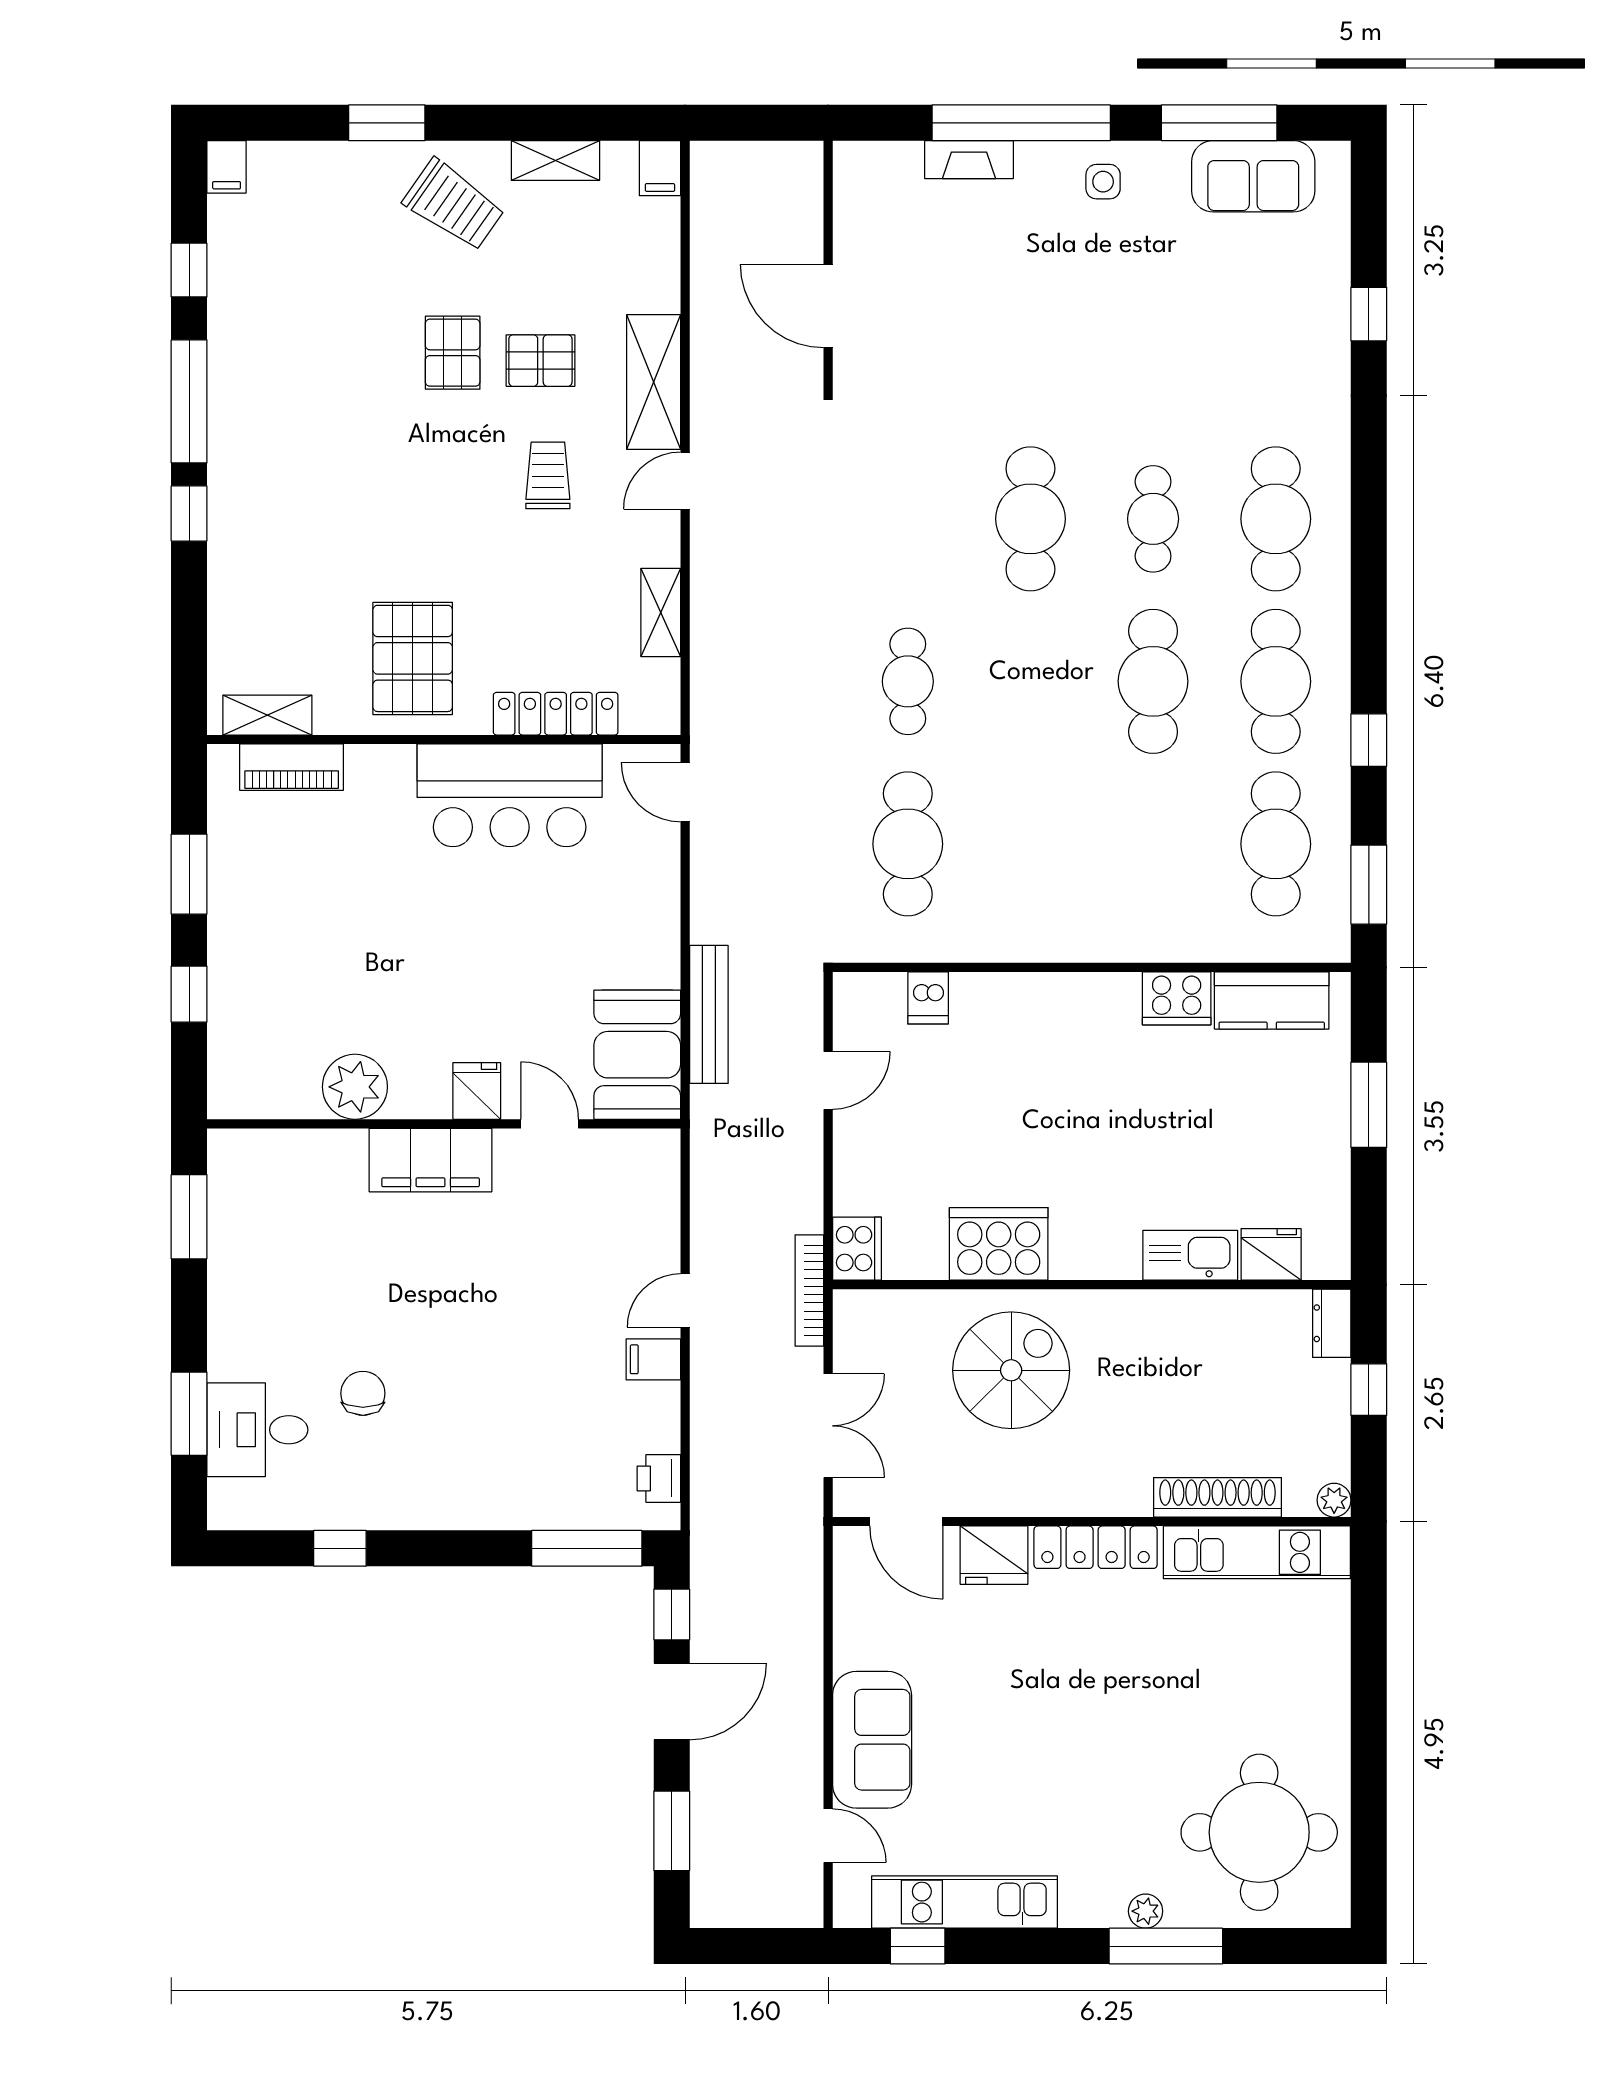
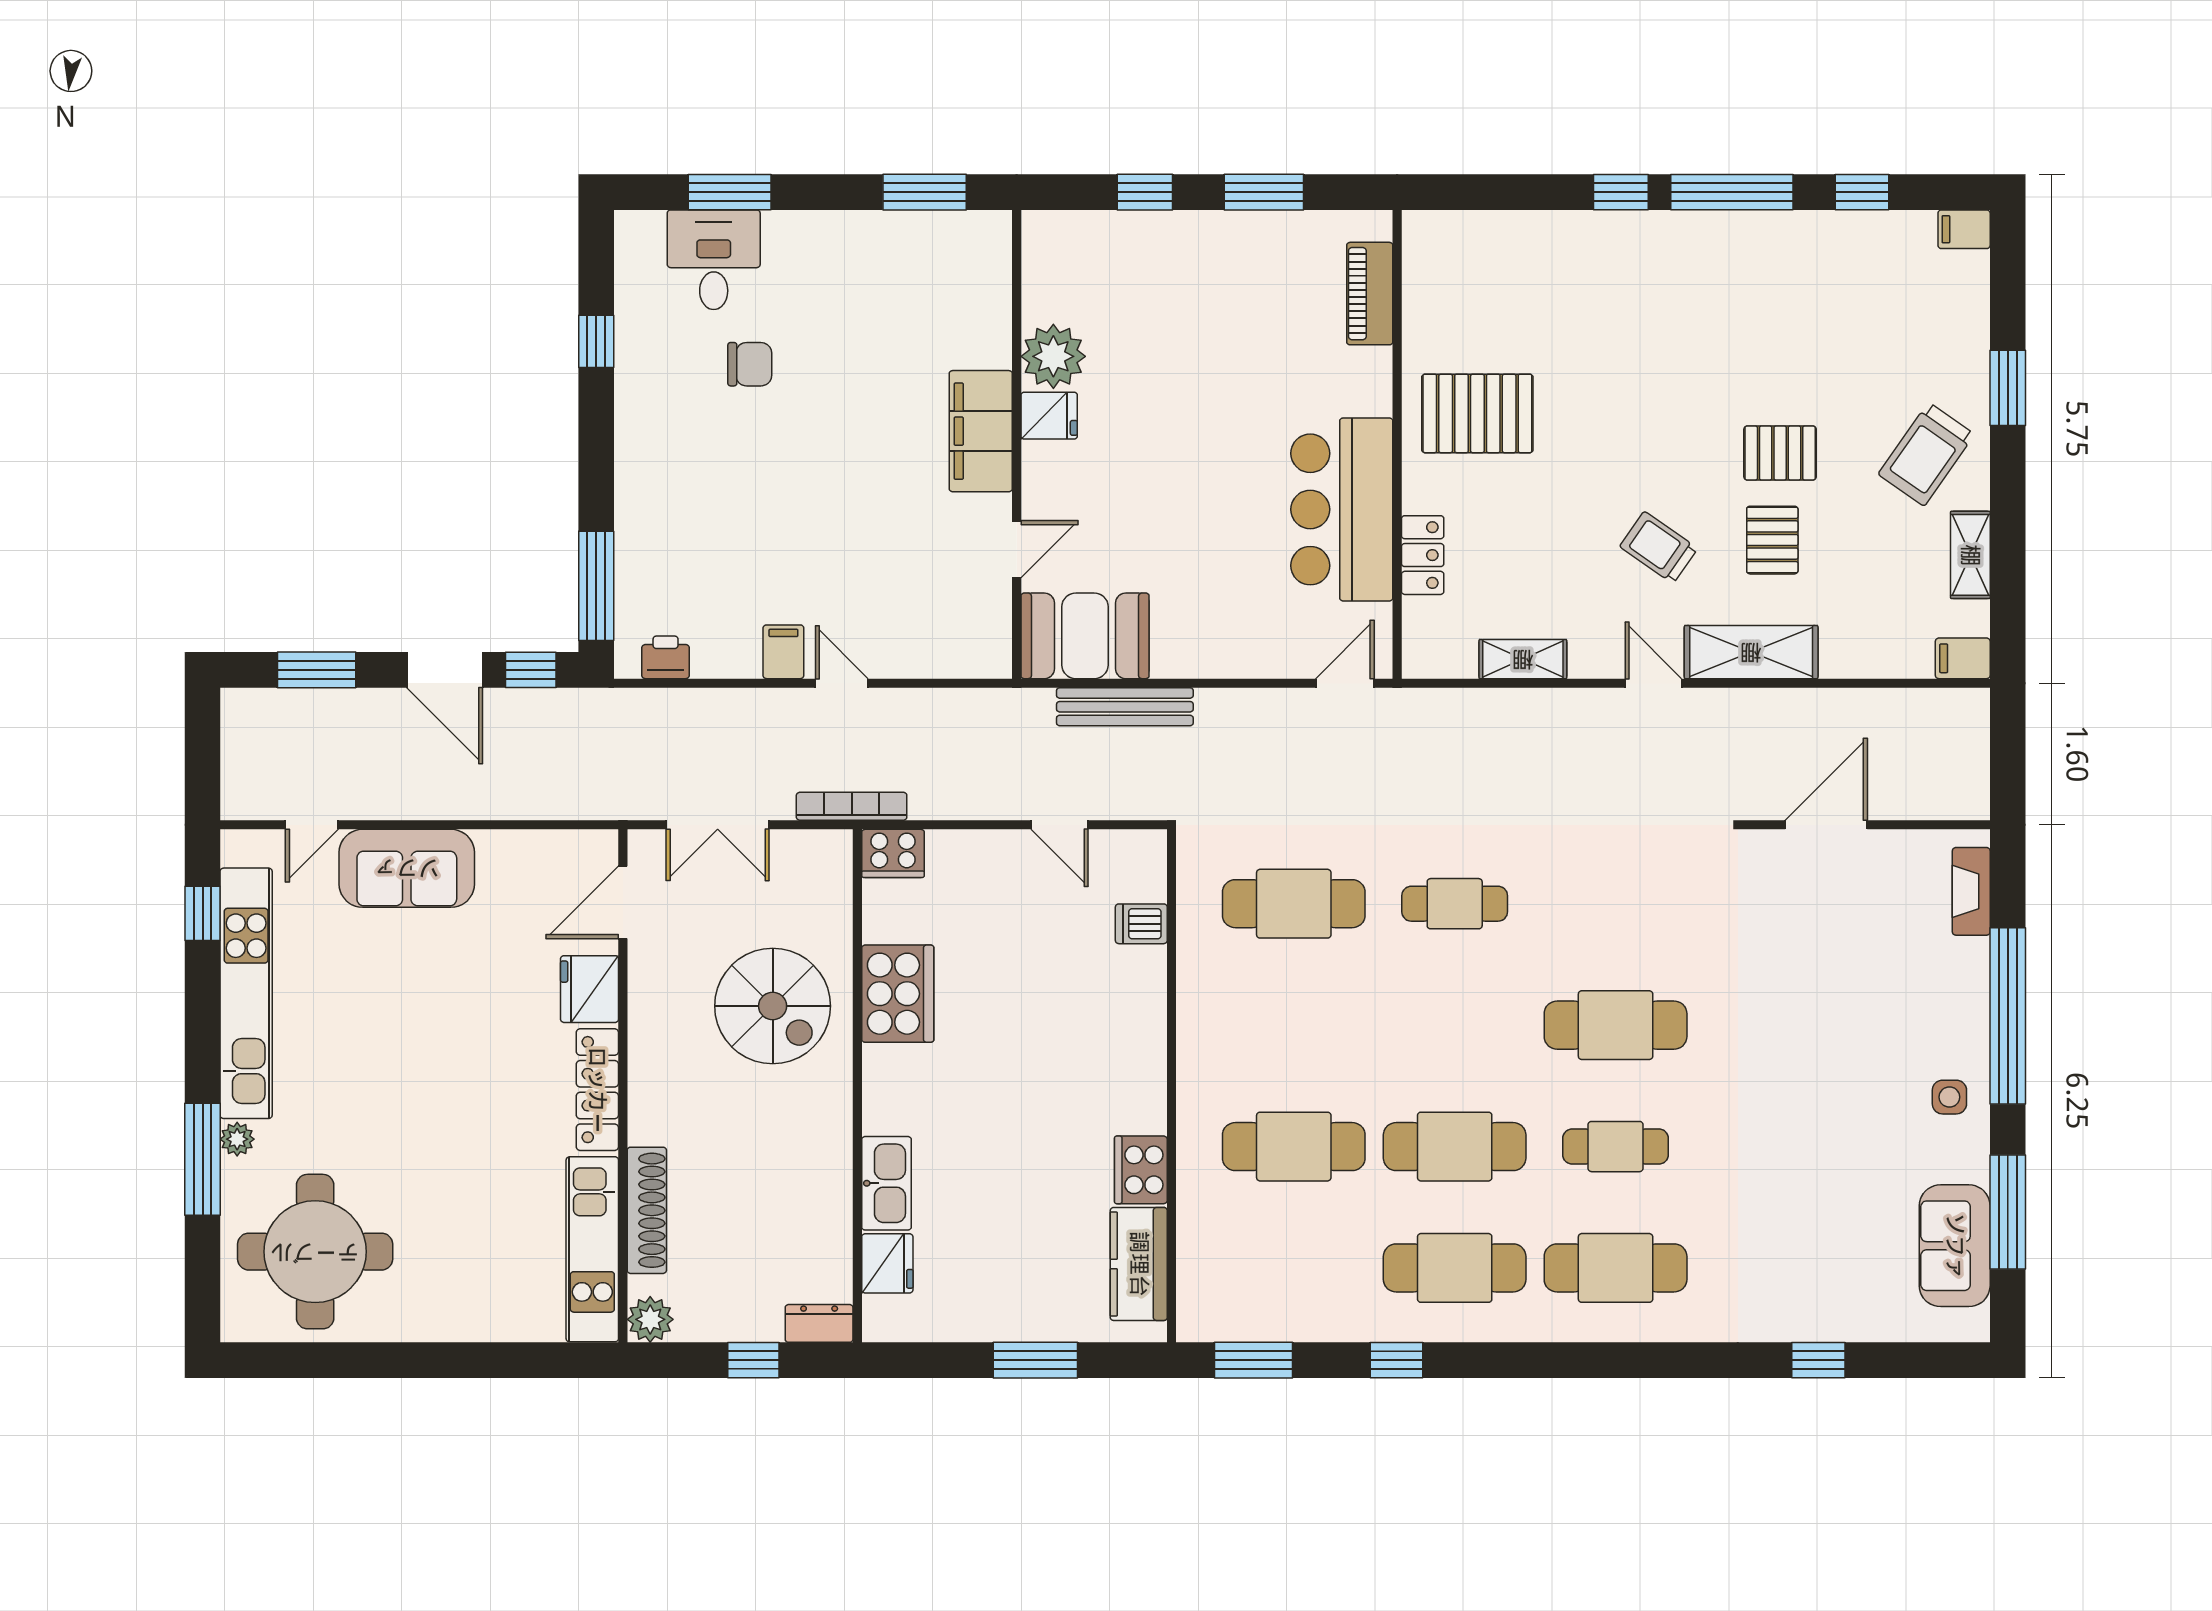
fireplace: (969, 160) -> (1971, 891), moved
trolley: (548, 475) -> (1659, 547), turned -145
locker: (556, 714) -> (1423, 555), width x0.66
shelving: (267, 715) -> (1421, 270), removed
cafe table: (1276, 844) -> (1294, 1147), moved
fridge: (477, 1091) -> (1049, 416), moved
plant: (1334, 1500) -> (650, 1319), width x1.38, depth x1.38
kitchen unit: (965, 1902) -> (246, 993), width x1.36

